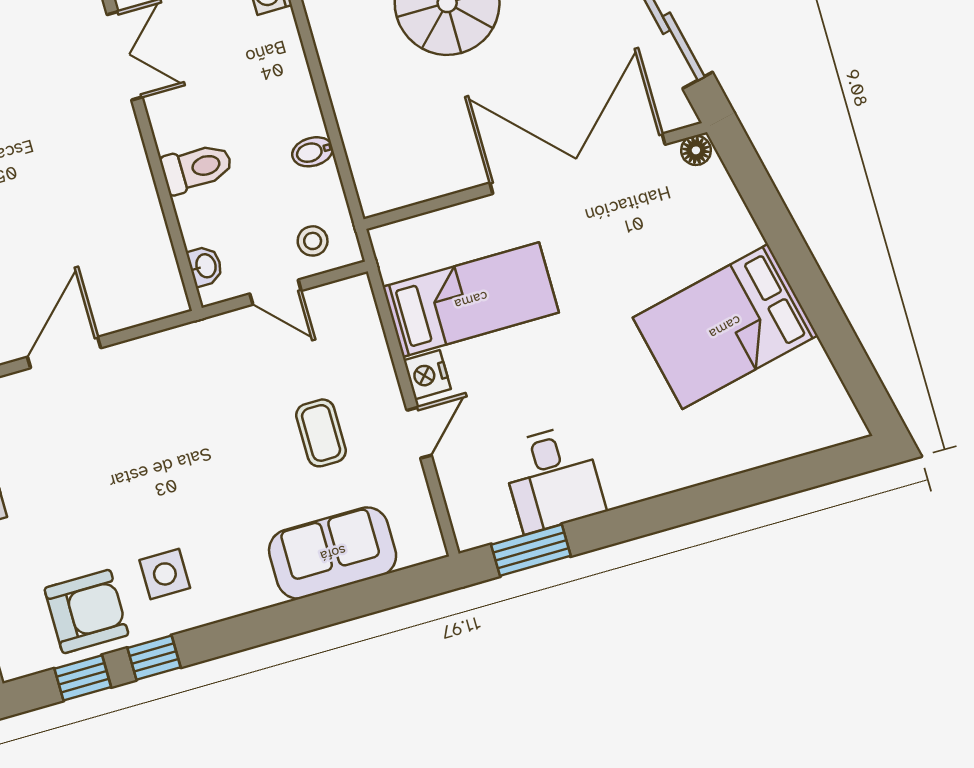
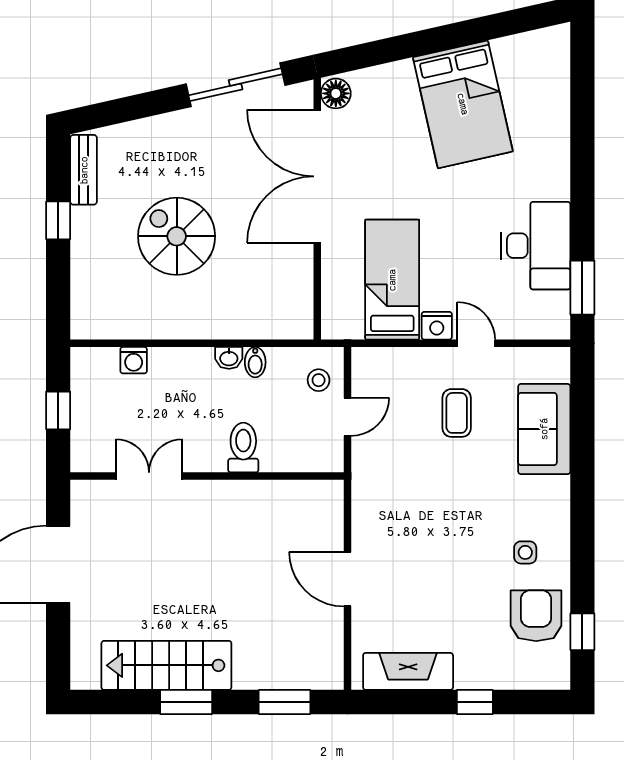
floor lamp: (696, 150) -> (336, 93), width x1.37, depth x1.37
washbasin: (205, 266) -> (229, 358), moved, turned 180
coffee table: (321, 433) -> (457, 413), turned 90
desk: (553, 478) -> (536, 246), width x1.37
side table: (165, 574) -> (525, 552), width x0.73, depth x0.73
window: (154, 658) -> (582, 577), removed

